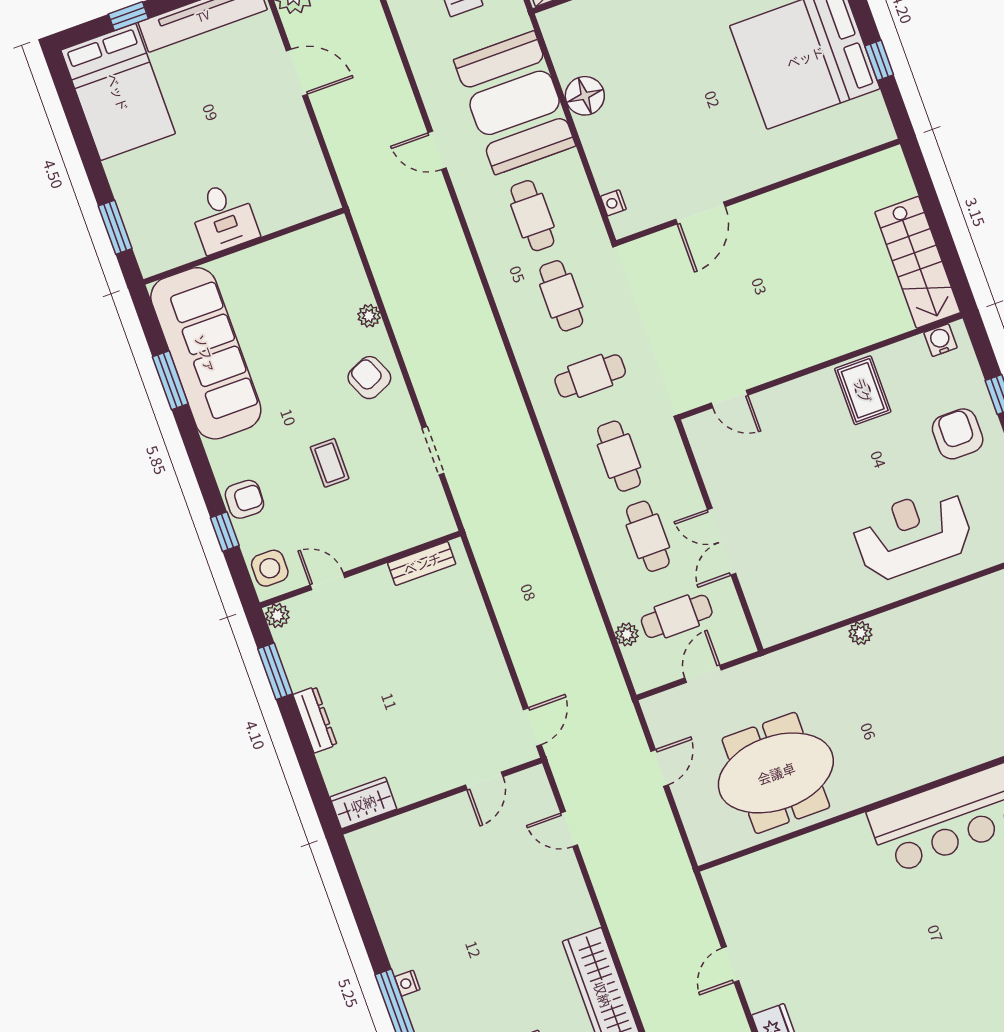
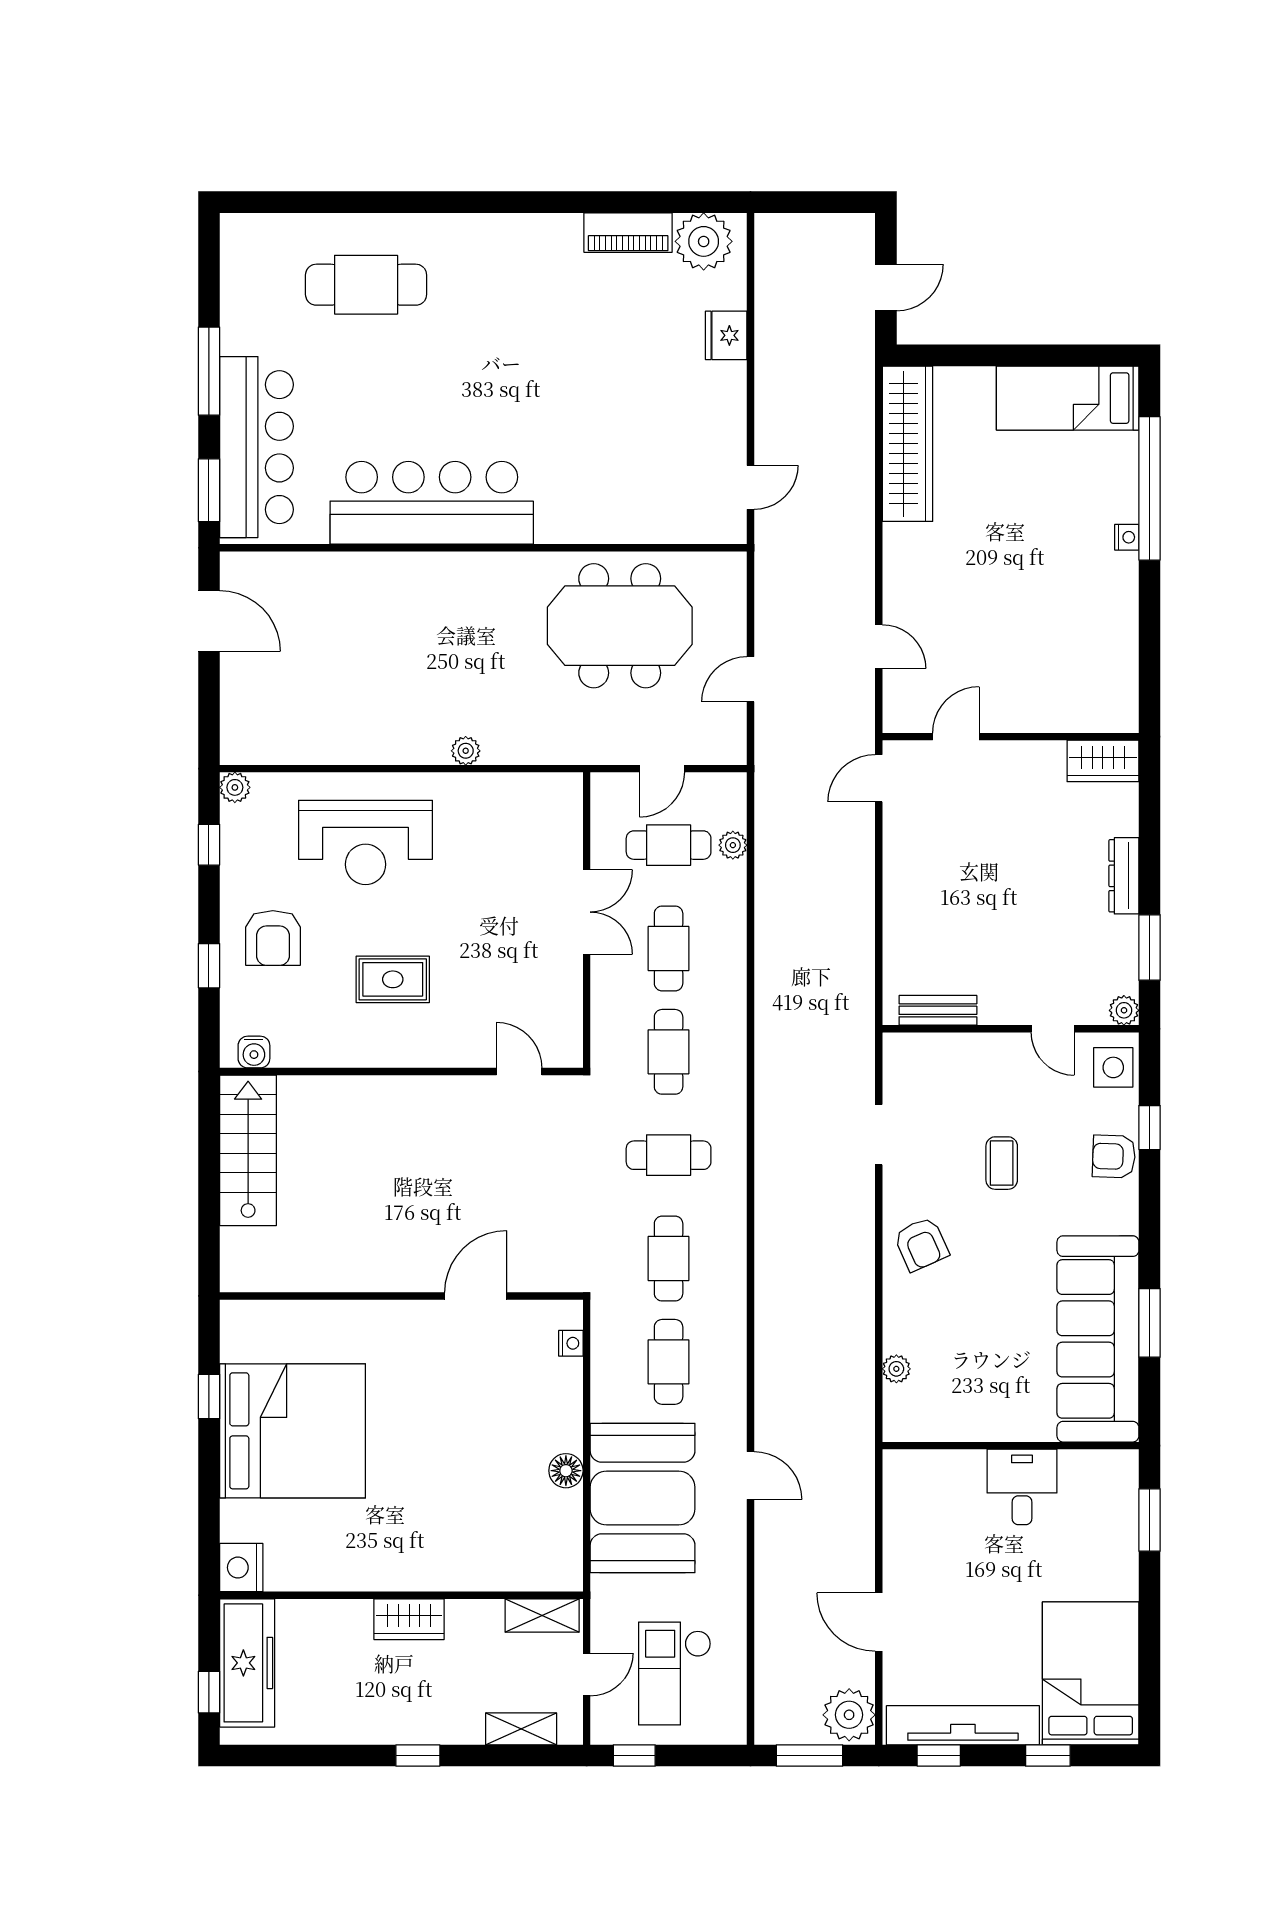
floor lamp: (585, 96) -> (566, 1471), width x0.73, depth x0.73
plant: (369, 316) -> (896, 1369), moved
rug: (863, 390) -> (393, 979), moved, turned 90
door: (730, 965) -> (750, 487), moved

